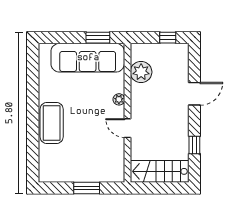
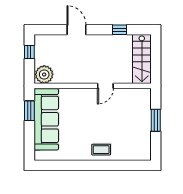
plant: (141, 72) -> (44, 74), moved
plant: (119, 99) -> (81, 93), removed
coffee table: (52, 123) -> (101, 150), width x0.54, depth x0.58

